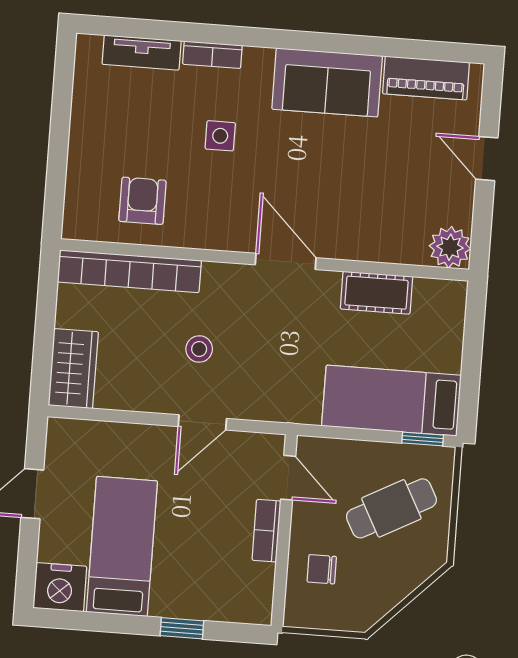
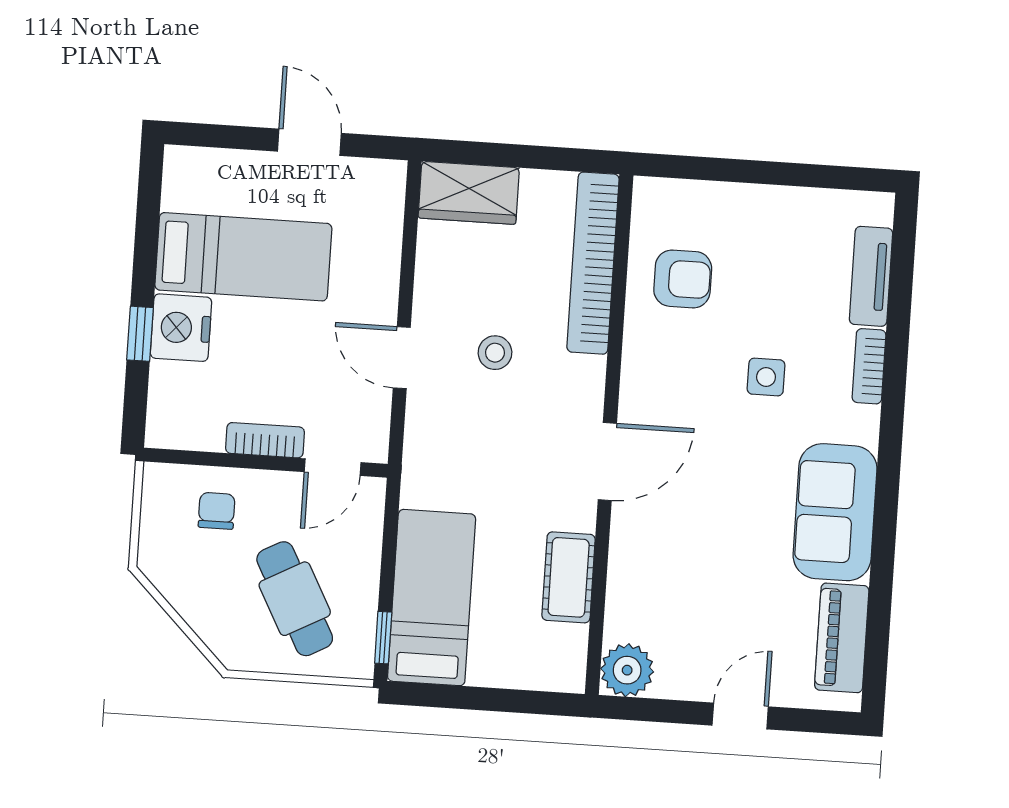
nightstand: (60, 587) -> (181, 328), moved

